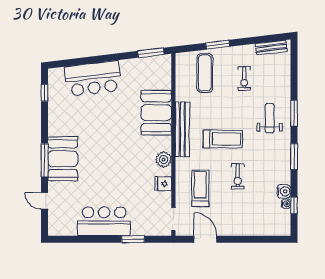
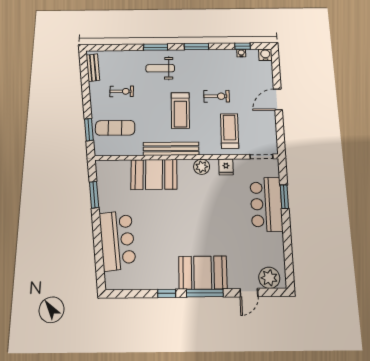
window: (218, 45) -> (89, 130), moved
window: (151, 53) -> (94, 195), moved
window: (45, 93) -> (167, 293), moved
treadmill: (223, 139) -> (180, 110), turned 180
treadmill: (200, 188) -> (230, 131), turned 90
water cooler: (284, 191) -> (265, 55), moved
plant: (58, 220) -> (269, 278), added
bar counter: (104, 221) -> (266, 204), moved
door: (205, 239) -> (278, 99), moved

